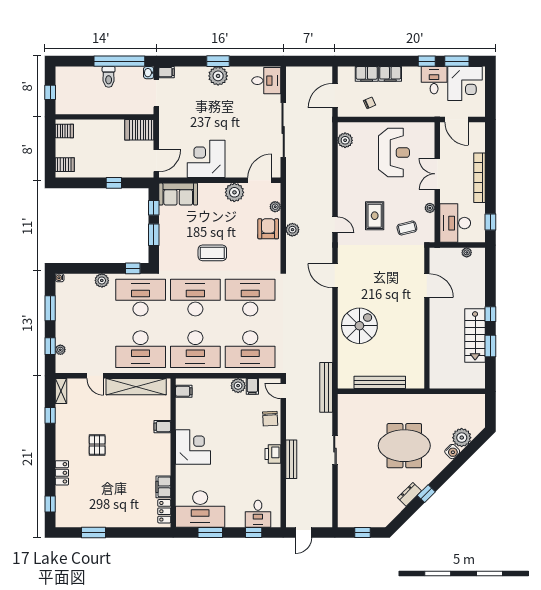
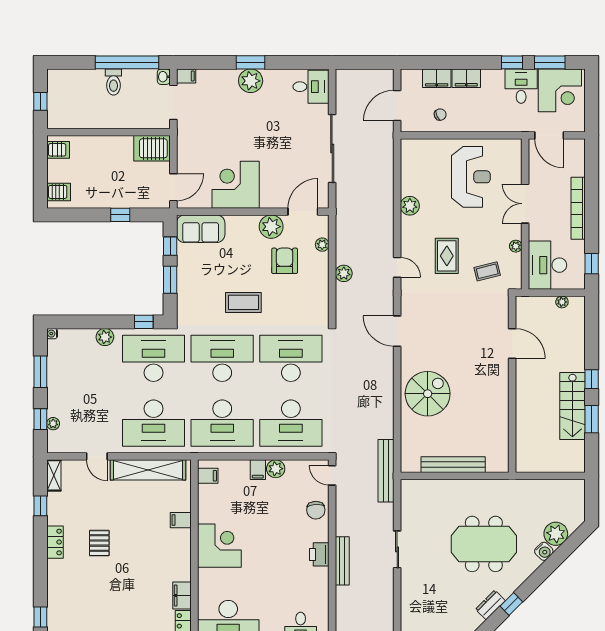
plant: (345, 140) -> (410, 206), moved
armchair: (268, 229) -> (285, 261), moved
filing cabinet: (252, 386) -> (258, 470), moved
locker: (62, 473) -> (55, 542), moved

